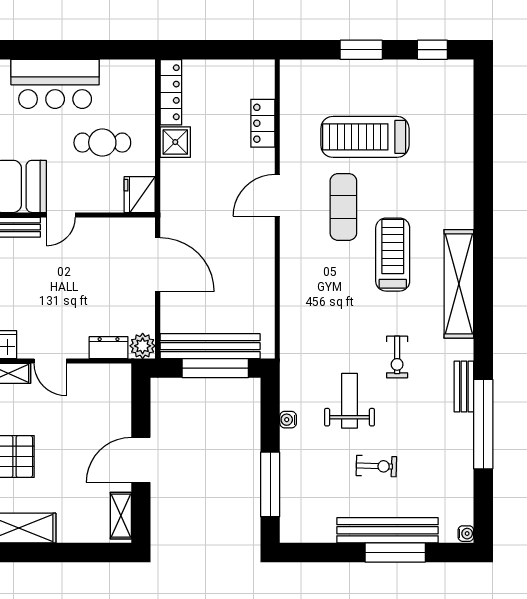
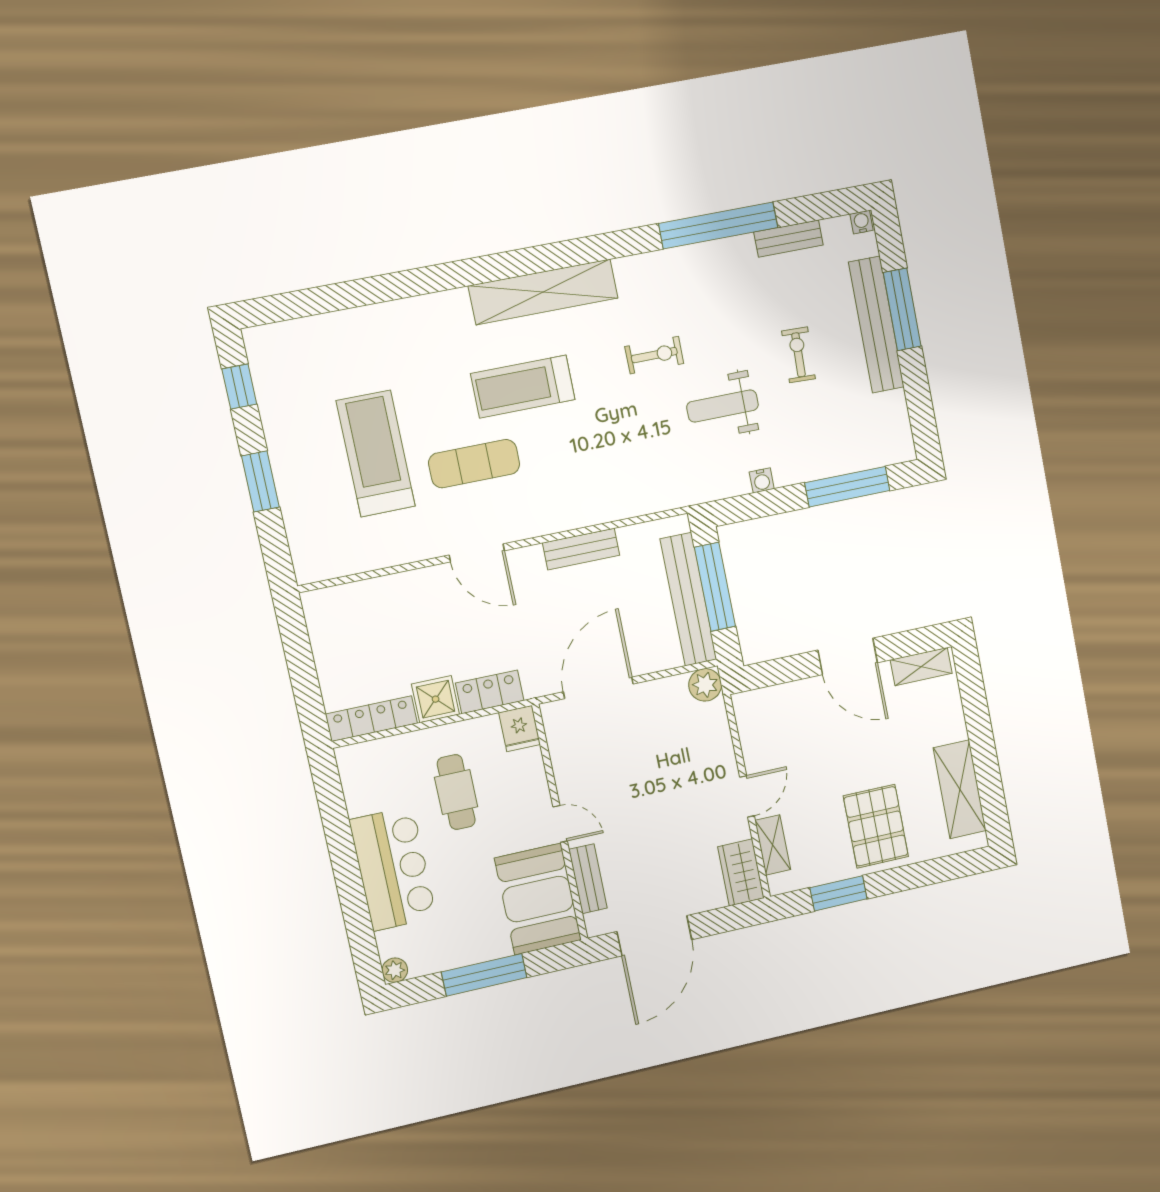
locker: (263, 123) -> (490, 692), moved, turned 180
treadmill: (365, 137) -> (376, 454), turned 180
fridge: (140, 195) -> (520, 729), width x0.72
bench: (264, 273) -> (581, 549), added
dresser: (109, 348) -> (716, 727), removed
bench: (464, 386) -> (788, 239), moved

